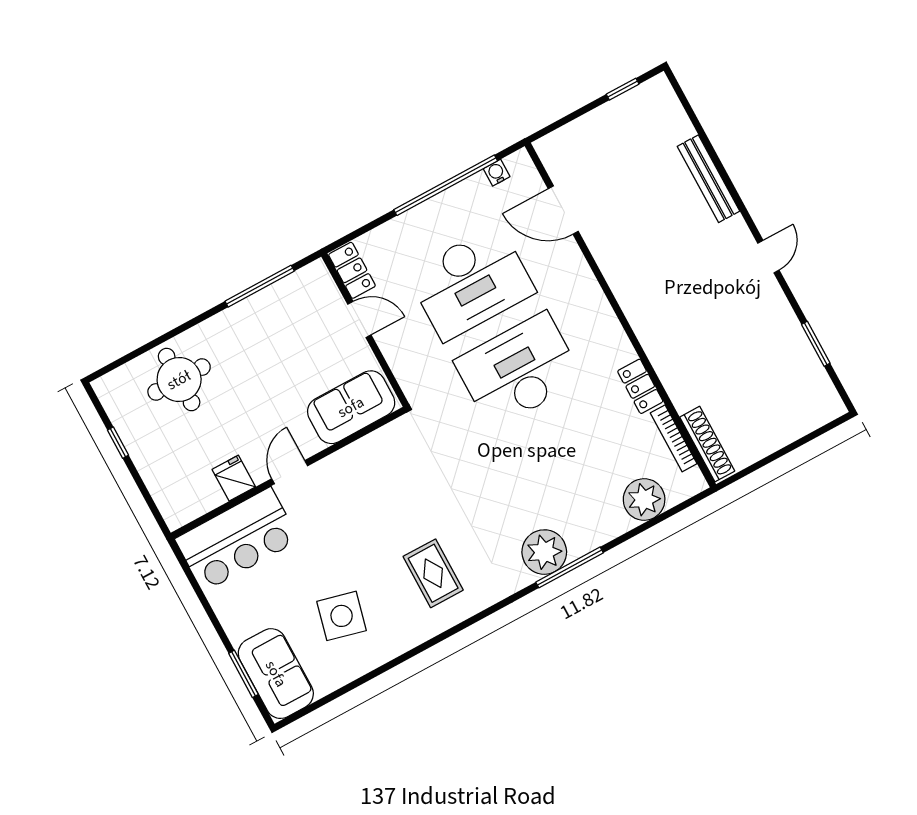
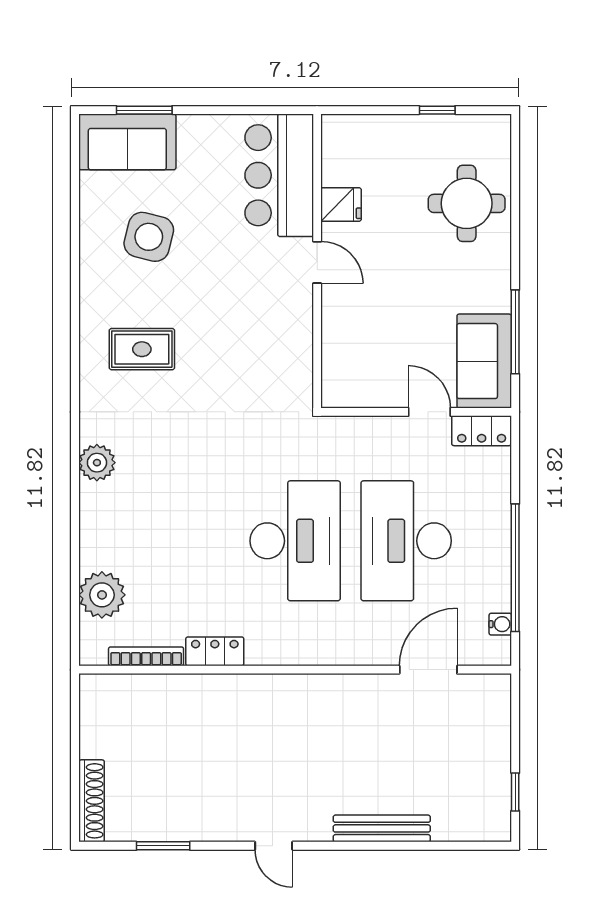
door: (359, 320) -> (429, 412), swing flipped
sofa: (351, 407) -> (484, 361), moved, turned 180
shoe rack: (707, 444) -> (91, 801), moved, turned -90
plant: (544, 552) -> (97, 463), width x0.73, depth x0.73
window: (570, 567) -> (75, 486), removed

